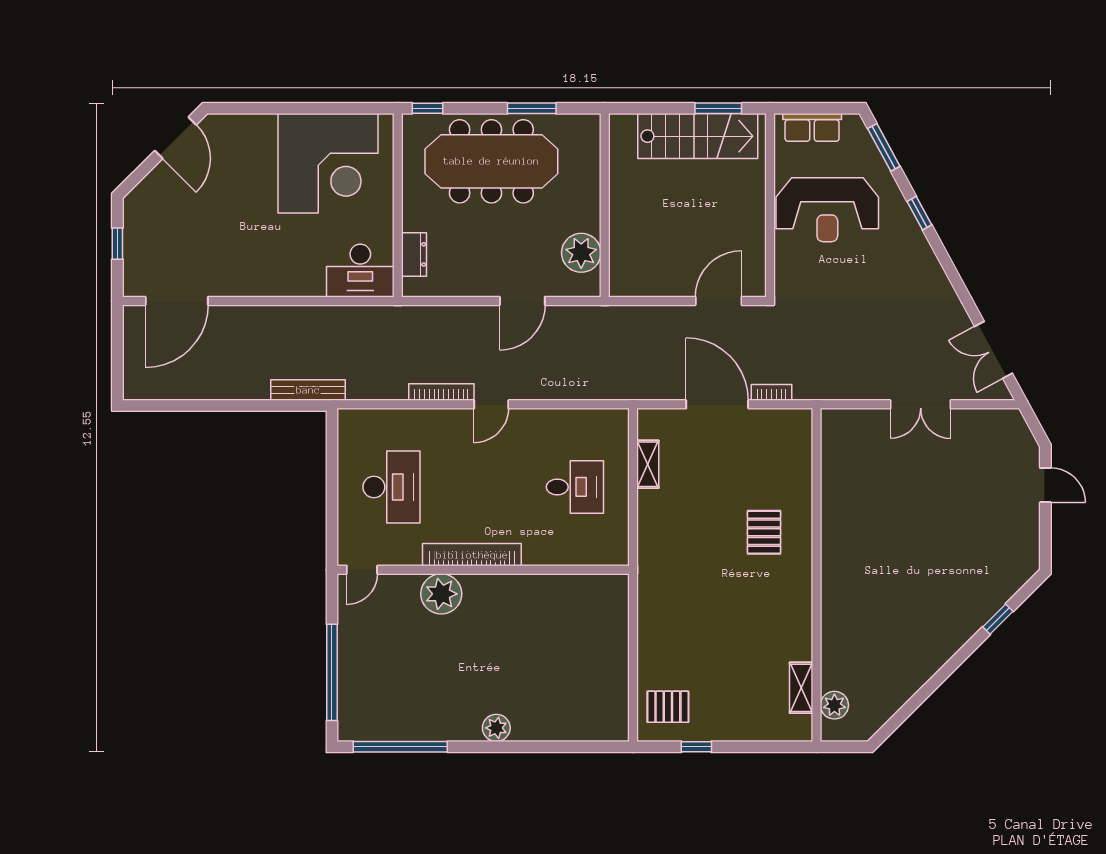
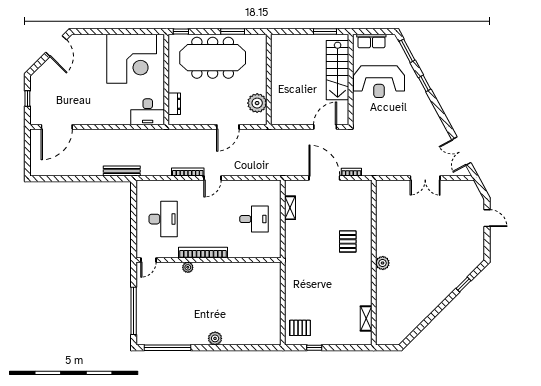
stairs: (698, 136) -> (338, 70), moved, turned 90
plant: (441, 594) -> (188, 267), width x0.53, depth x0.53
plant: (834, 705) -> (383, 263), moved

